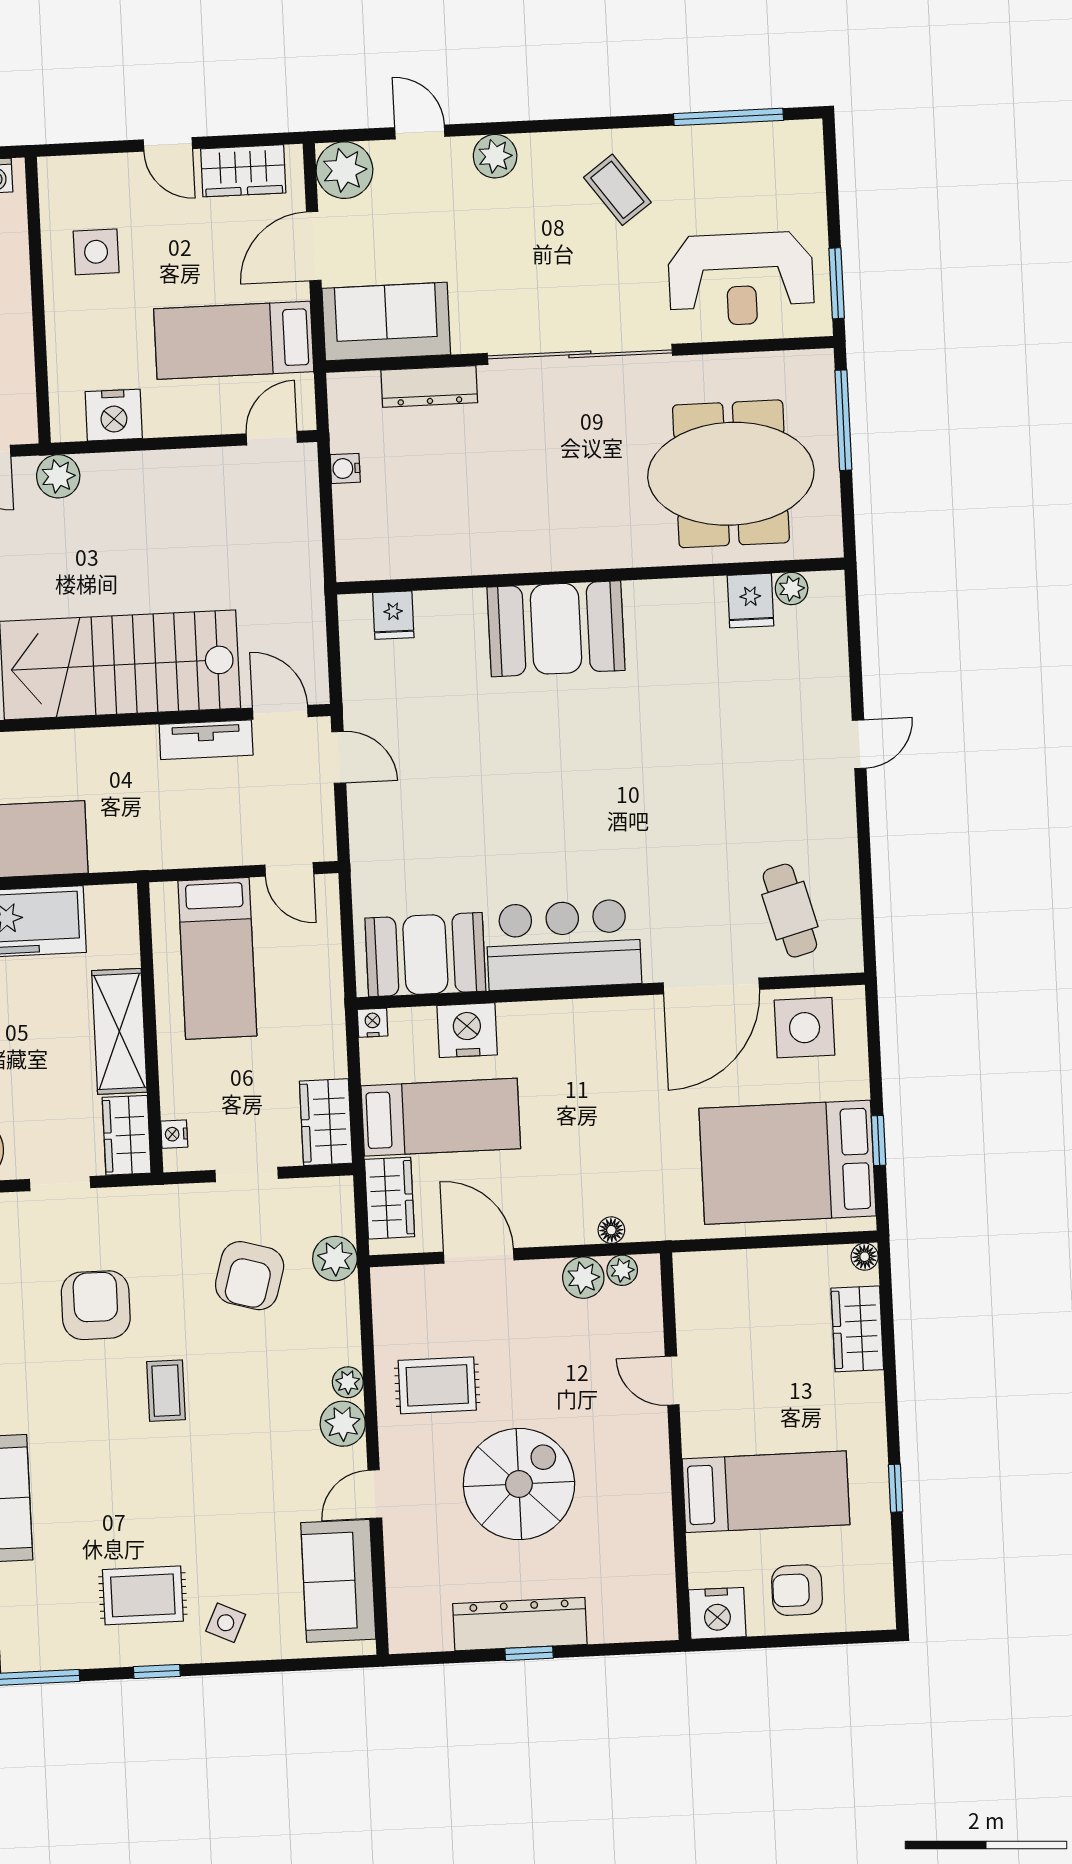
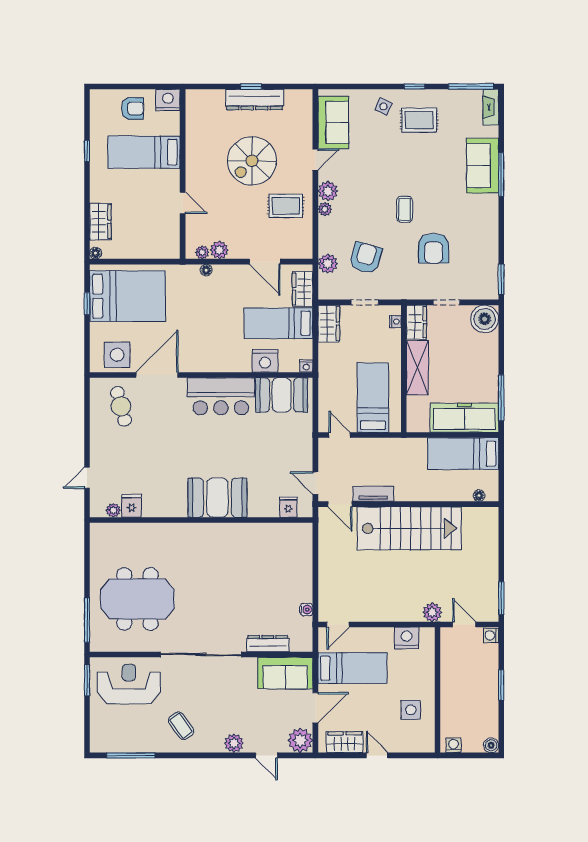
wall: (590, 576) -> (201, 520), moved
plant: (792, 589) -> (113, 510), moved
fridge: (750, 601) -> (132, 506), moved
fridge: (393, 615) -> (288, 507), moved
booth: (556, 629) -> (217, 498), moved

